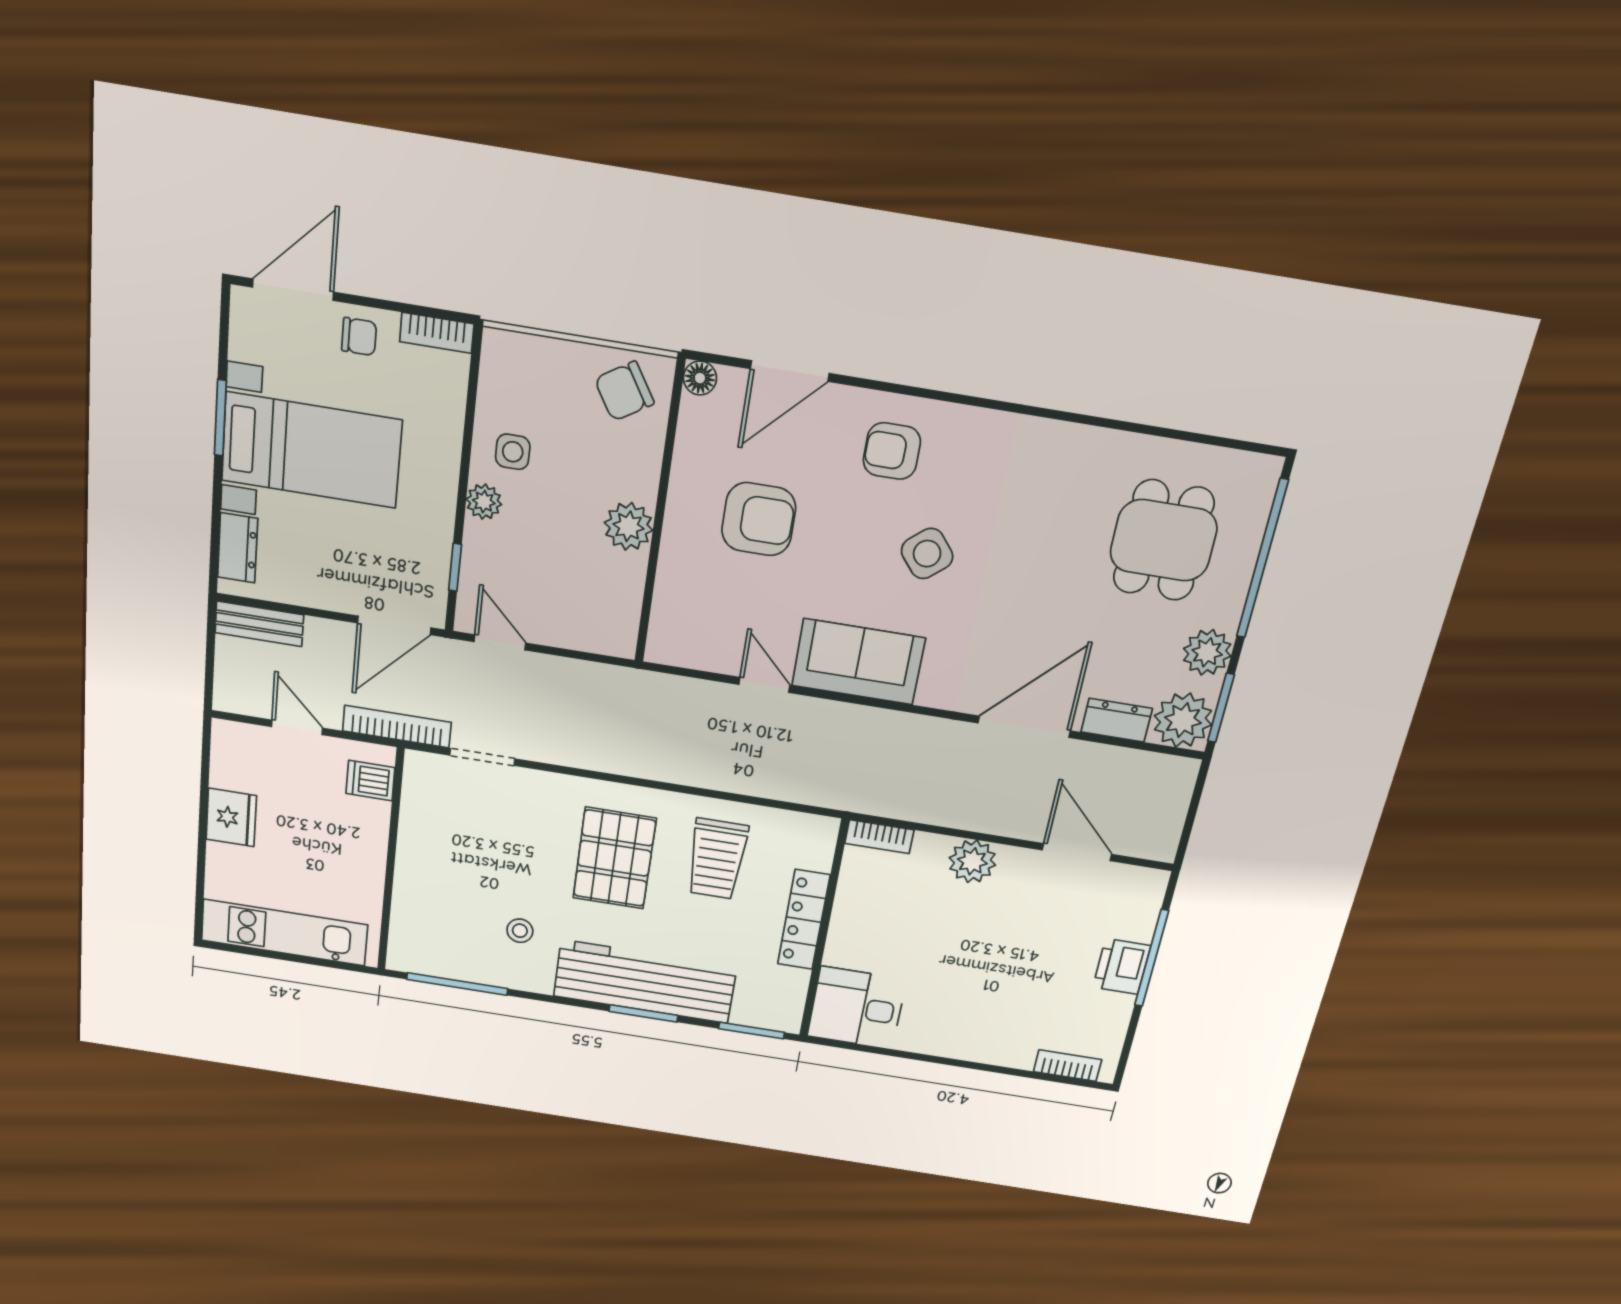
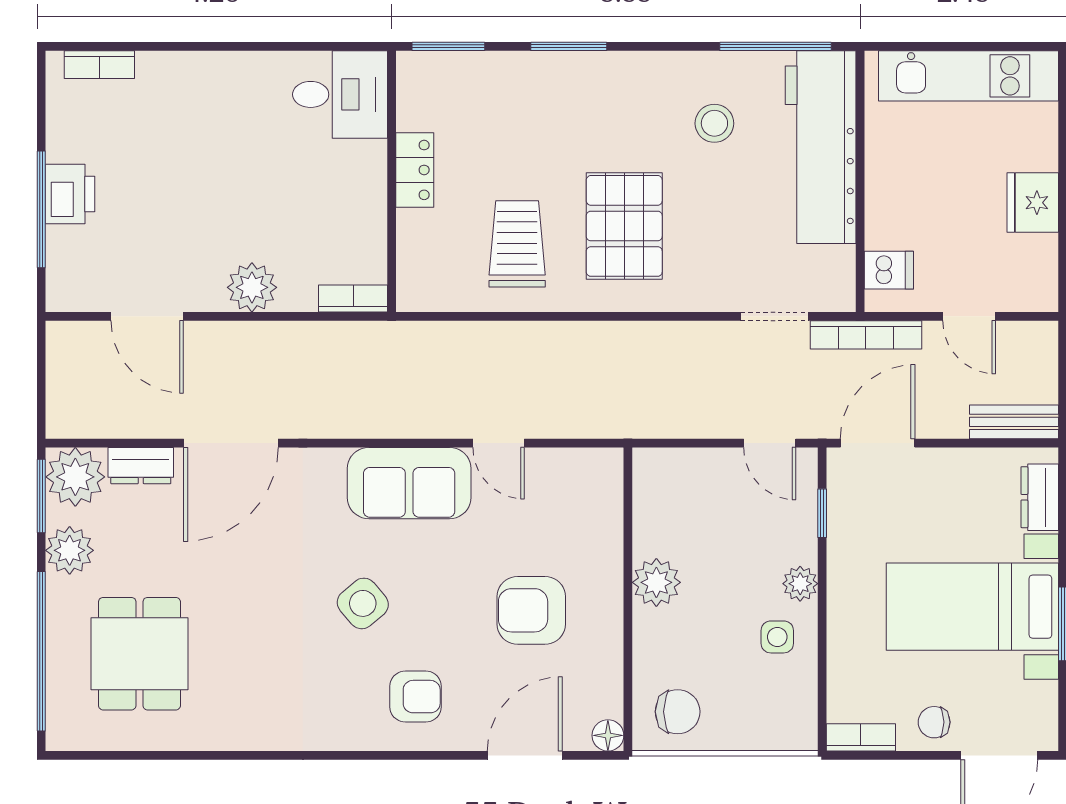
chair: (624, 391) -> (678, 712), turned 32
locker: (804, 920) -> (415, 170), width x0.66
stool: (520, 931) -> (714, 123), width x1.37, depth x1.37
workbench: (645, 982) -> (821, 147), moved, turned 90

